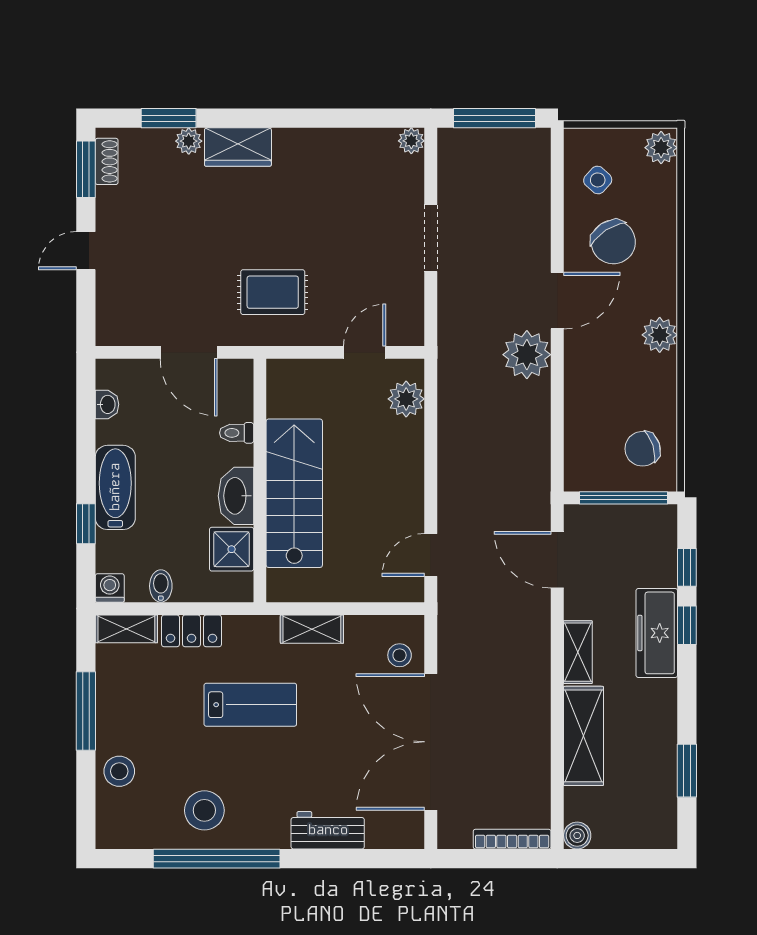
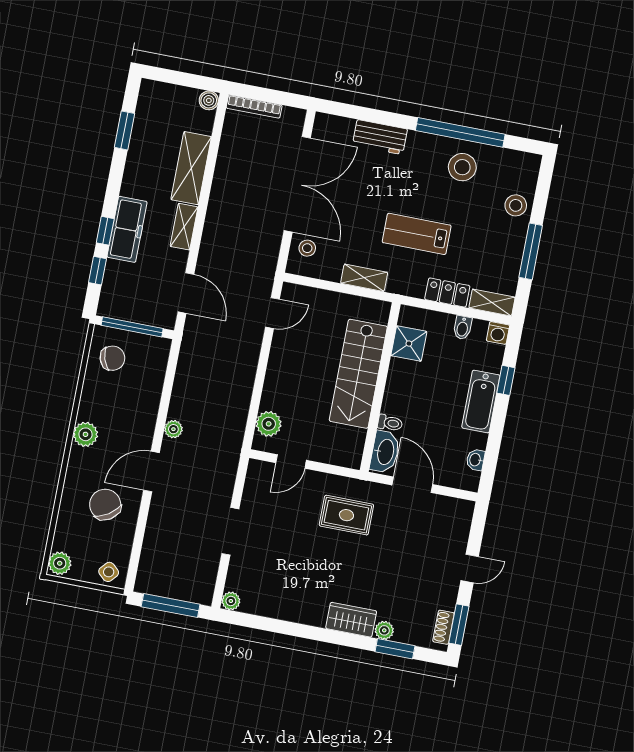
side table: (598, 180) -> (109, 572), moved
plant: (527, 355) -> (173, 429), width x0.53, depth x0.53
washbasin: (236, 496) -> (385, 452), moved

